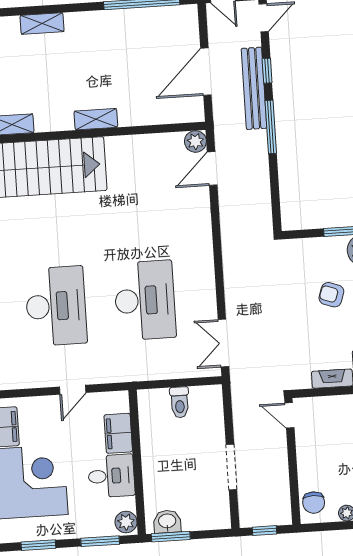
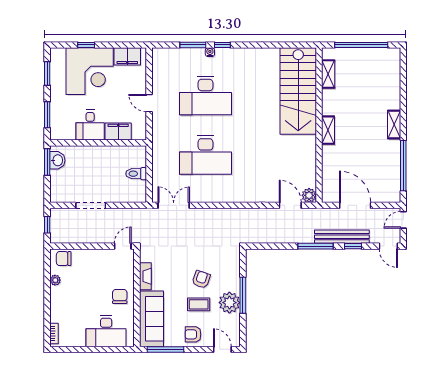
shelving: (42, 23) -> (394, 125), moved
plant: (126, 522) -> (59, 133), removed

